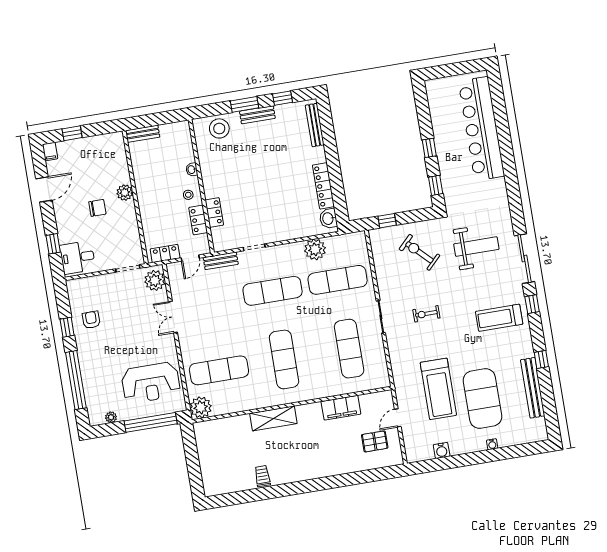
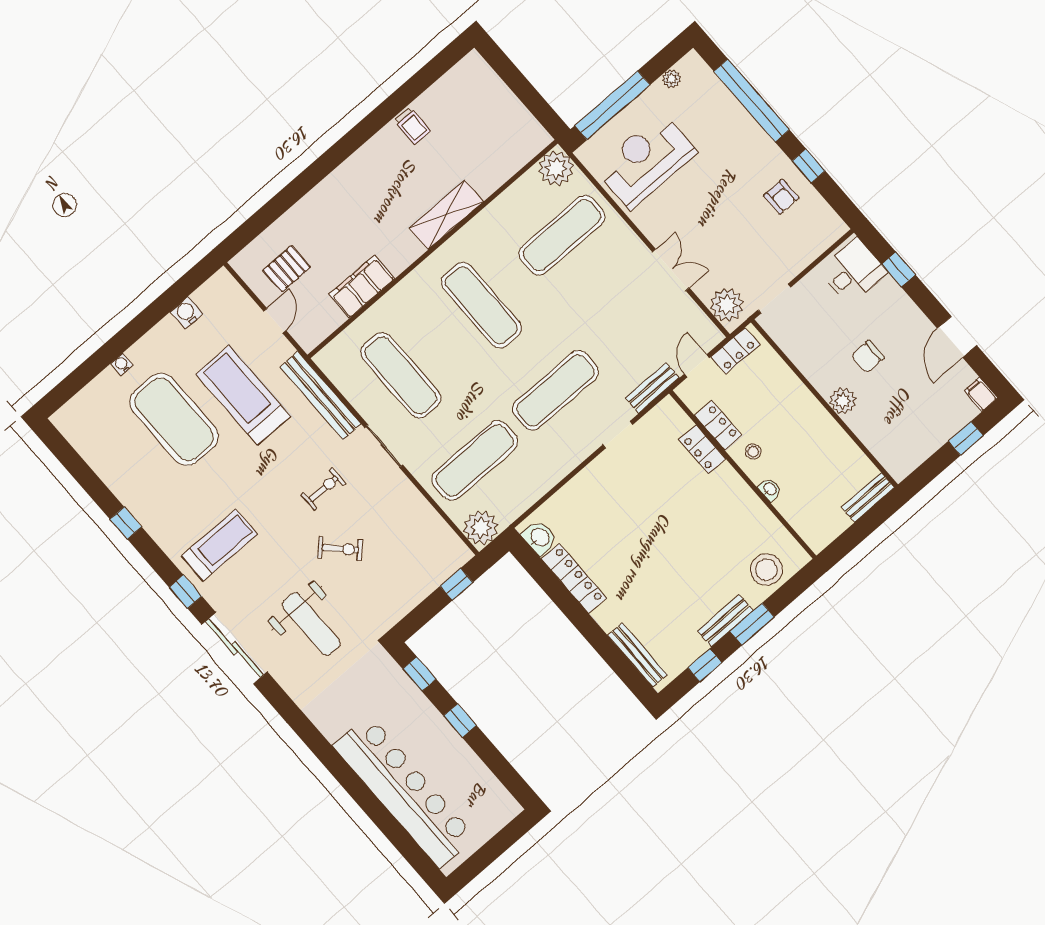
weight bench: (476, 247) -> (311, 624), turned -90
plant: (315, 249) -> (481, 528), moved
exercise bike: (419, 252) -> (340, 549), moved, width x0.73, depth x0.72
bench: (533, 388) -> (321, 395), moved

